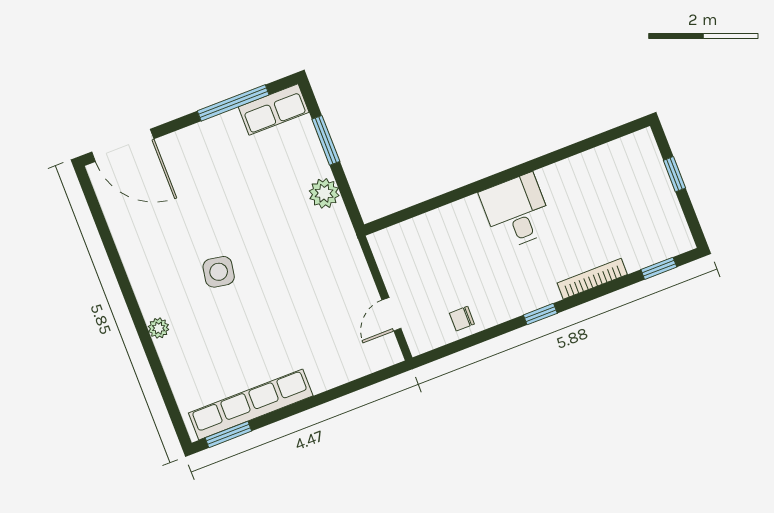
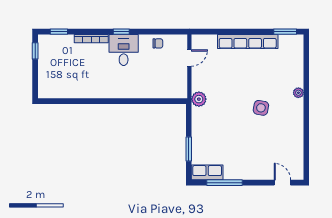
door: (123, 145) -> (282, 183), width x0.53
window: (674, 174) -> (35, 51), moved
plant: (324, 193) -> (199, 99), moved
desk: (517, 211) -> (124, 50), moved, turned 180
row of seats: (251, 404) -> (248, 41), moved

